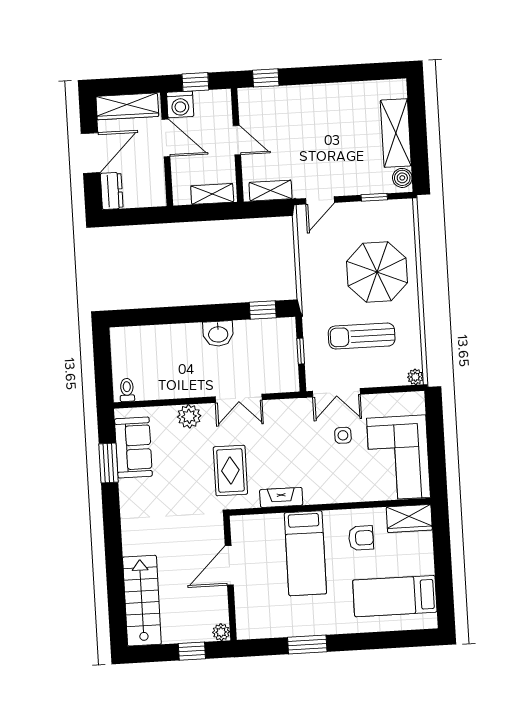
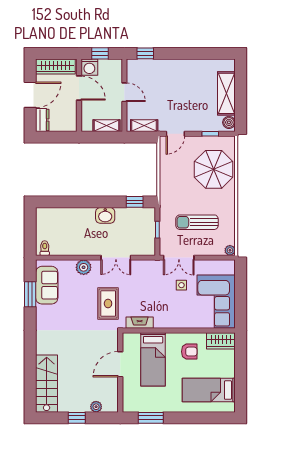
parasol: (377, 272) -> (214, 169), moved
door: (229, 565) -> (120, 364), moved
wall: (230, 578) -> (120, 372), moved

